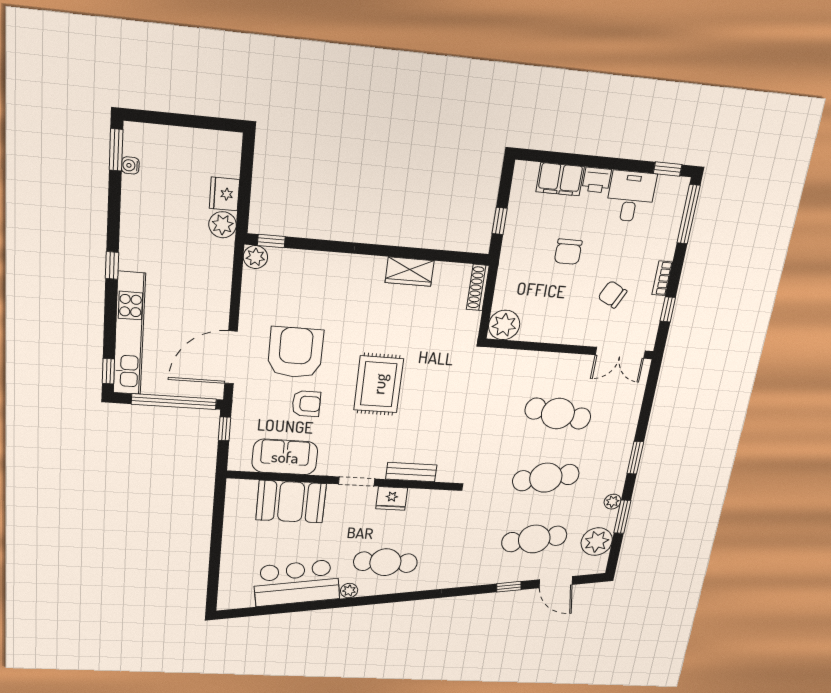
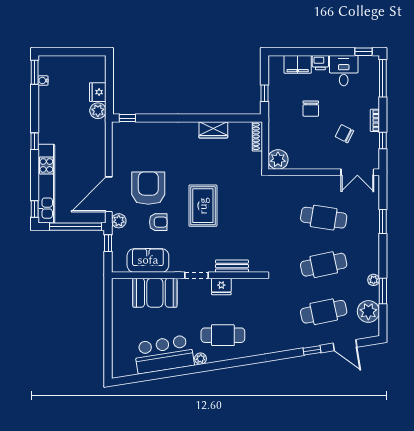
plant: (255, 257) -> (119, 221), moved
window: (635, 458) -> (383, 222), moved

